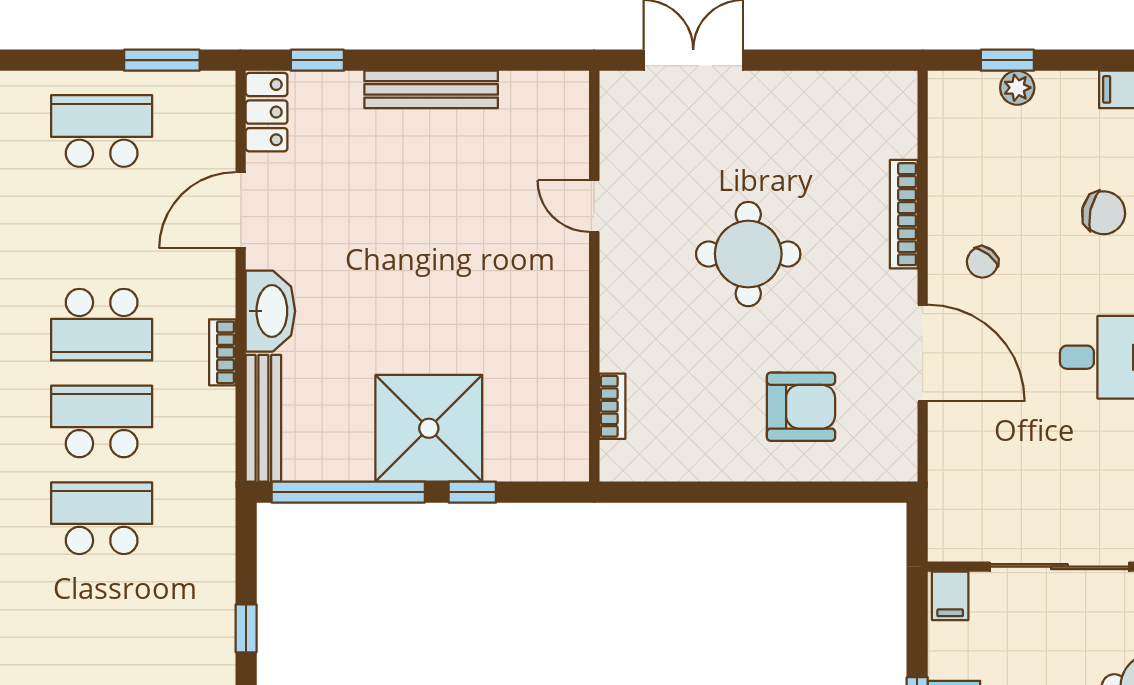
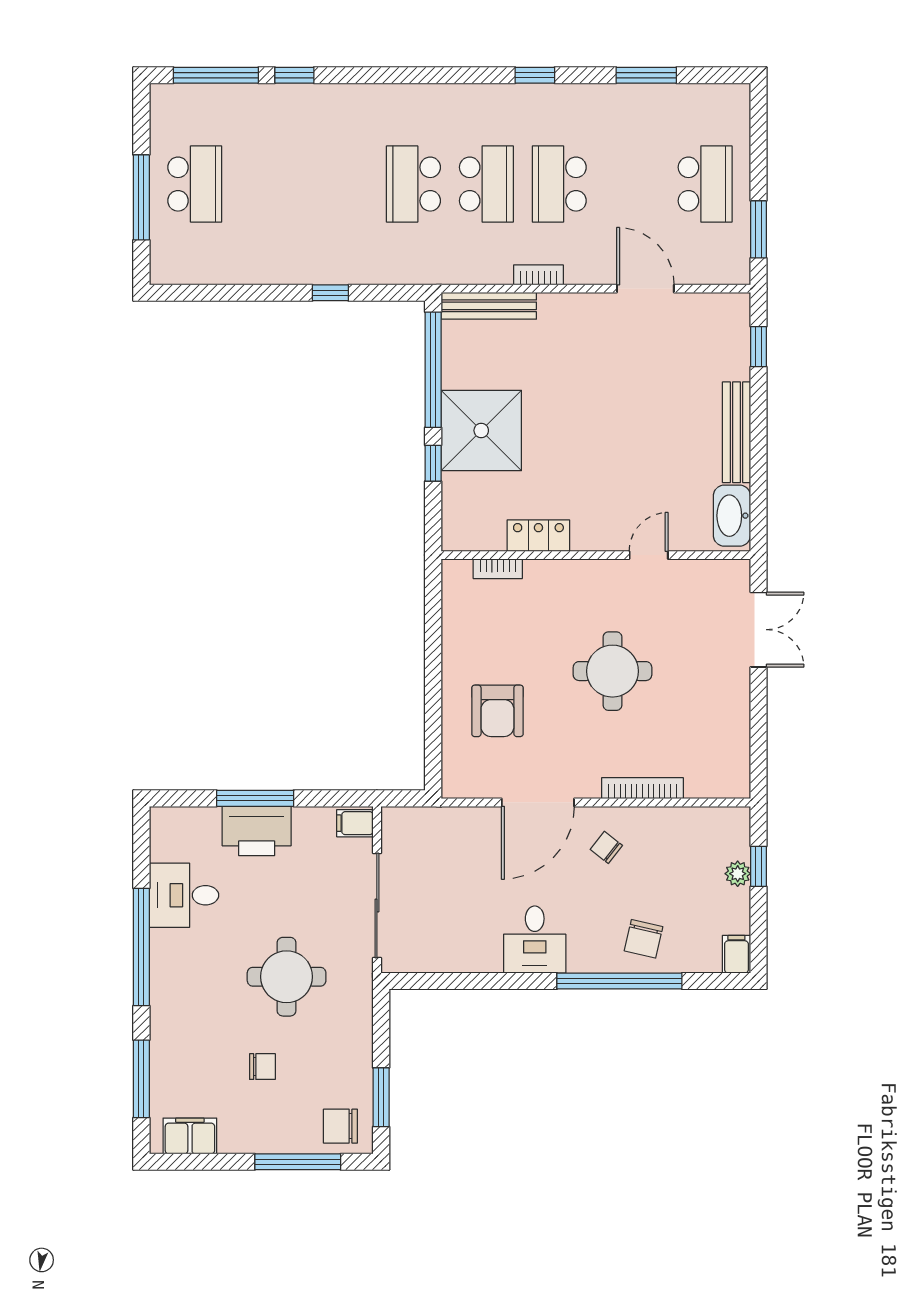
locker: (267, 112) -> (538, 536), moved, turned 180
washbasin: (270, 311) -> (732, 516), moved, turned 90
school desk: (102, 518) -> (413, 184), turned 180

